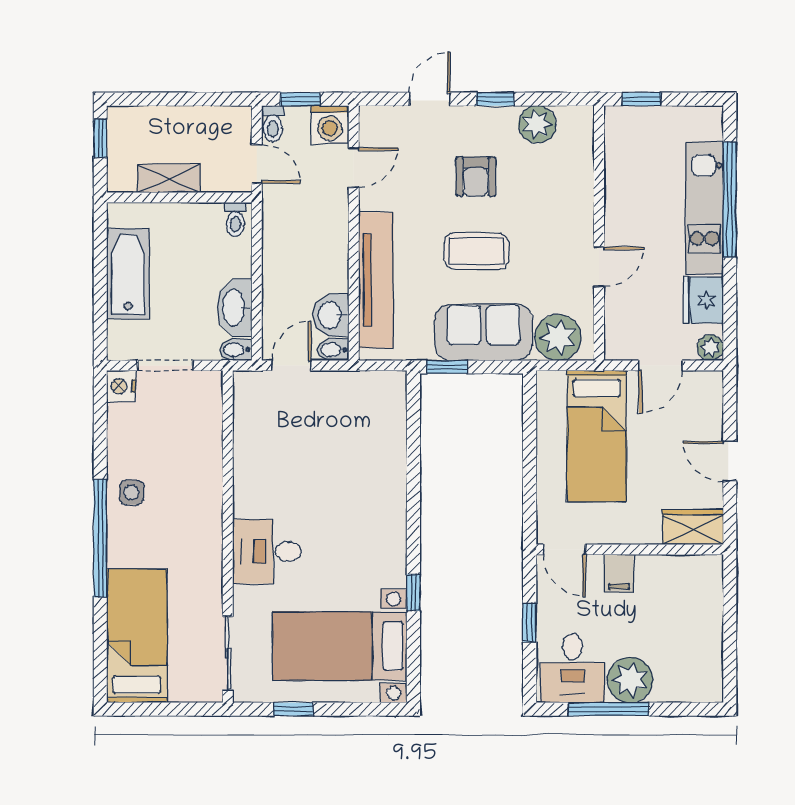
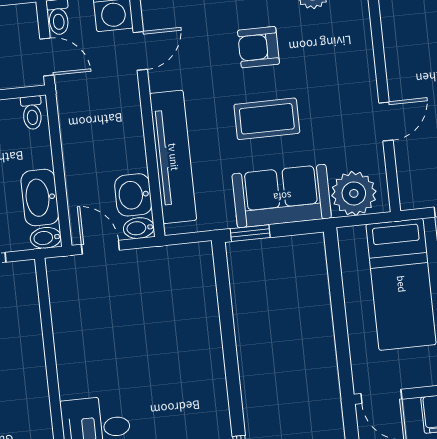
armchair: (476, 177) -> (258, 47), turned 90
door: (291, 365) -> (100, 247), hinge flipped

